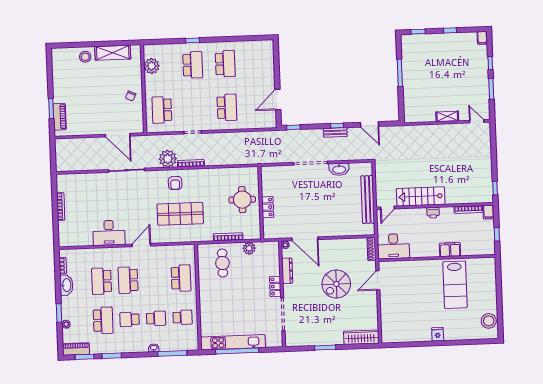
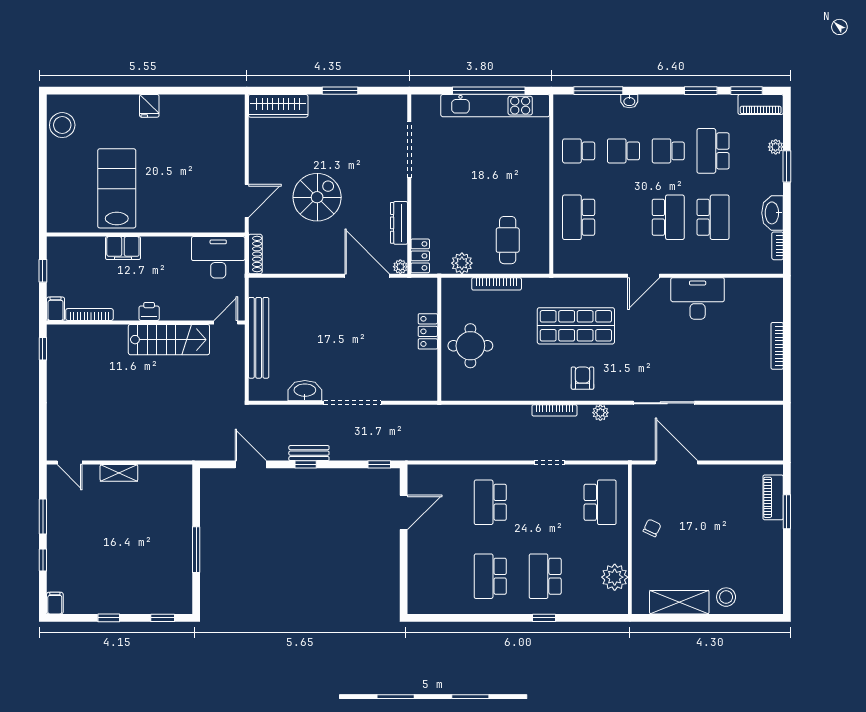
plant: (168, 159) -> (600, 413), width x0.53, depth x0.53
locker: (275, 286) -> (420, 256), moved
school desk: (130, 319) -> (668, 151), turned 180

